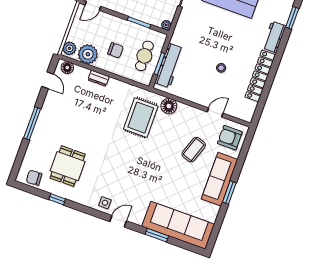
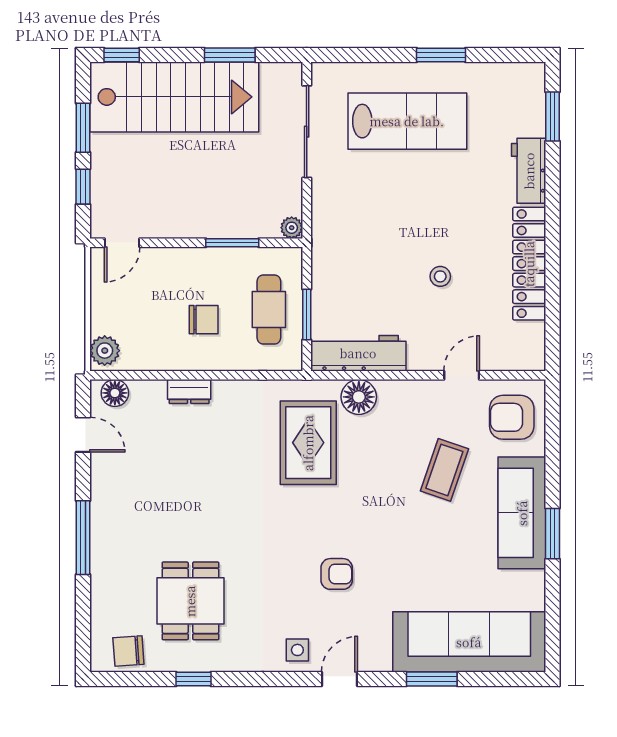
plant: (88, 54) -> (148, 349), removed
workbench: (169, 66) -> (358, 353), moved, turned -90
armchair: (133, 177) -> (337, 574), added

